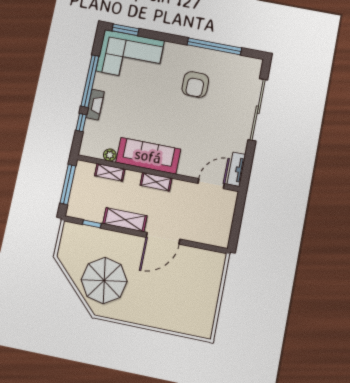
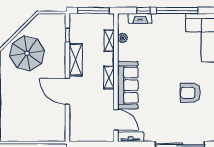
fireplace: (95, 105) -> (140, 18), moved
sofa: (148, 156) -> (128, 85), moved

